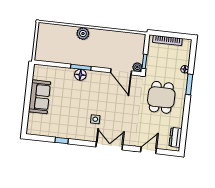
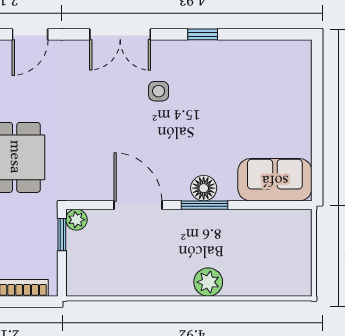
door: (121, 72) -> (138, 205), moved
sofa: (40, 97) -> (275, 180), moved, turned 90
window: (62, 140) -> (203, 34), moved

